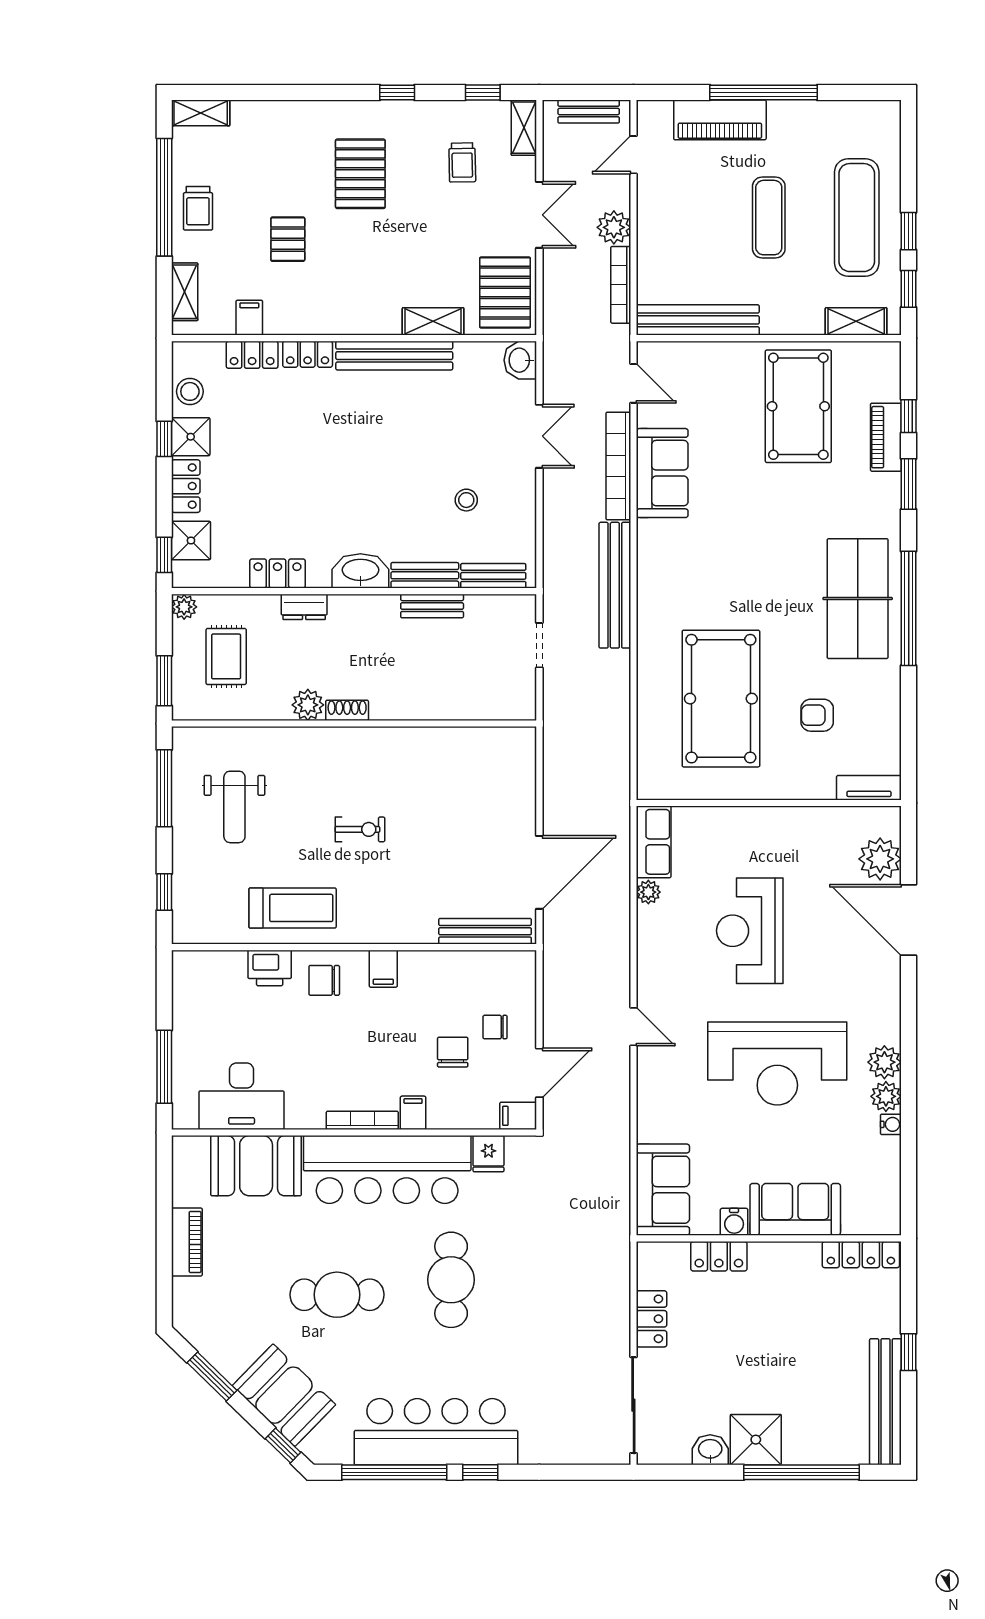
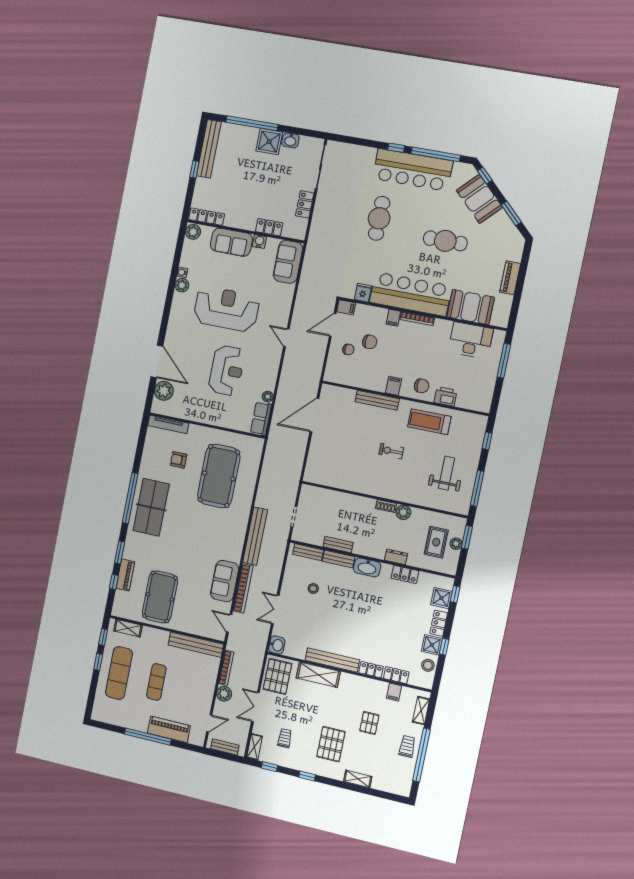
shelving: (201, 113) -> (358, 779), moved
shelving: (433, 321) -> (318, 675), width x1.50, depth x1.33
plant: (184, 607) -> (456, 544), moved
armchair: (817, 715) -> (179, 460), turned 180
tv unit: (869, 788) -> (168, 424), width x1.41
bench: (485, 931) -> (377, 400), moved
chair: (453, 1052) -> (370, 342), turned -90
plant: (884, 1062) -> (193, 232), moved
cafe table: (451, 1280) -> (379, 218), moved

